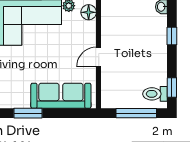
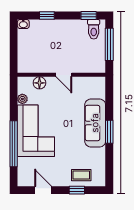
floor lamp: (89, 12) -> (39, 83), moved
sofa: (61, 96) -> (95, 123), moved

